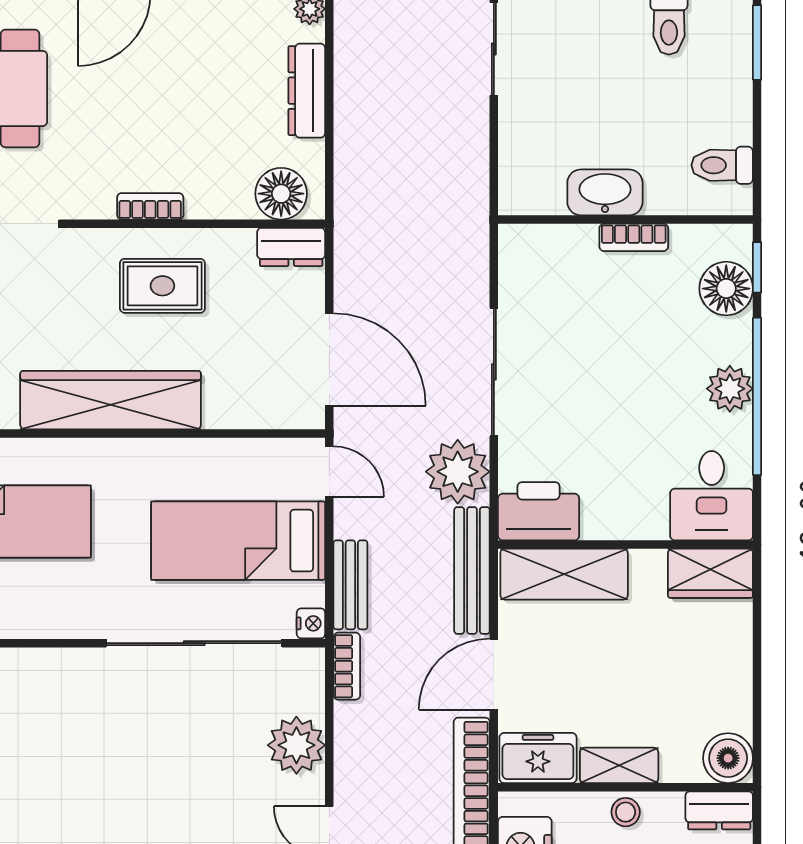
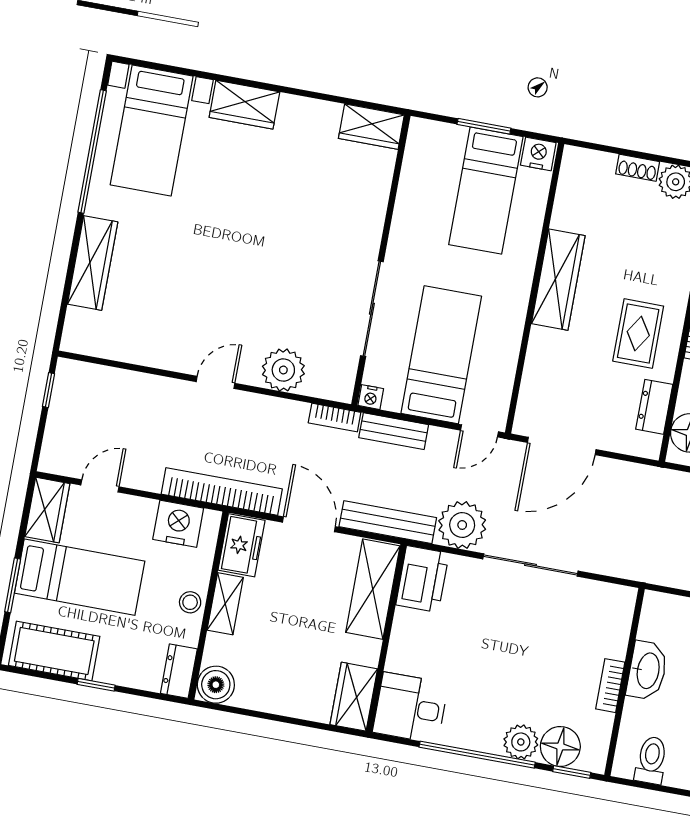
dresser: (291, 247) -> (654, 407), moved
plant: (730, 389) -> (521, 742), moved
wardrobe: (111, 400) -> (558, 280), width x0.71, depth x0.85
sliding door: (194, 643) -> (372, 309), width x0.73

